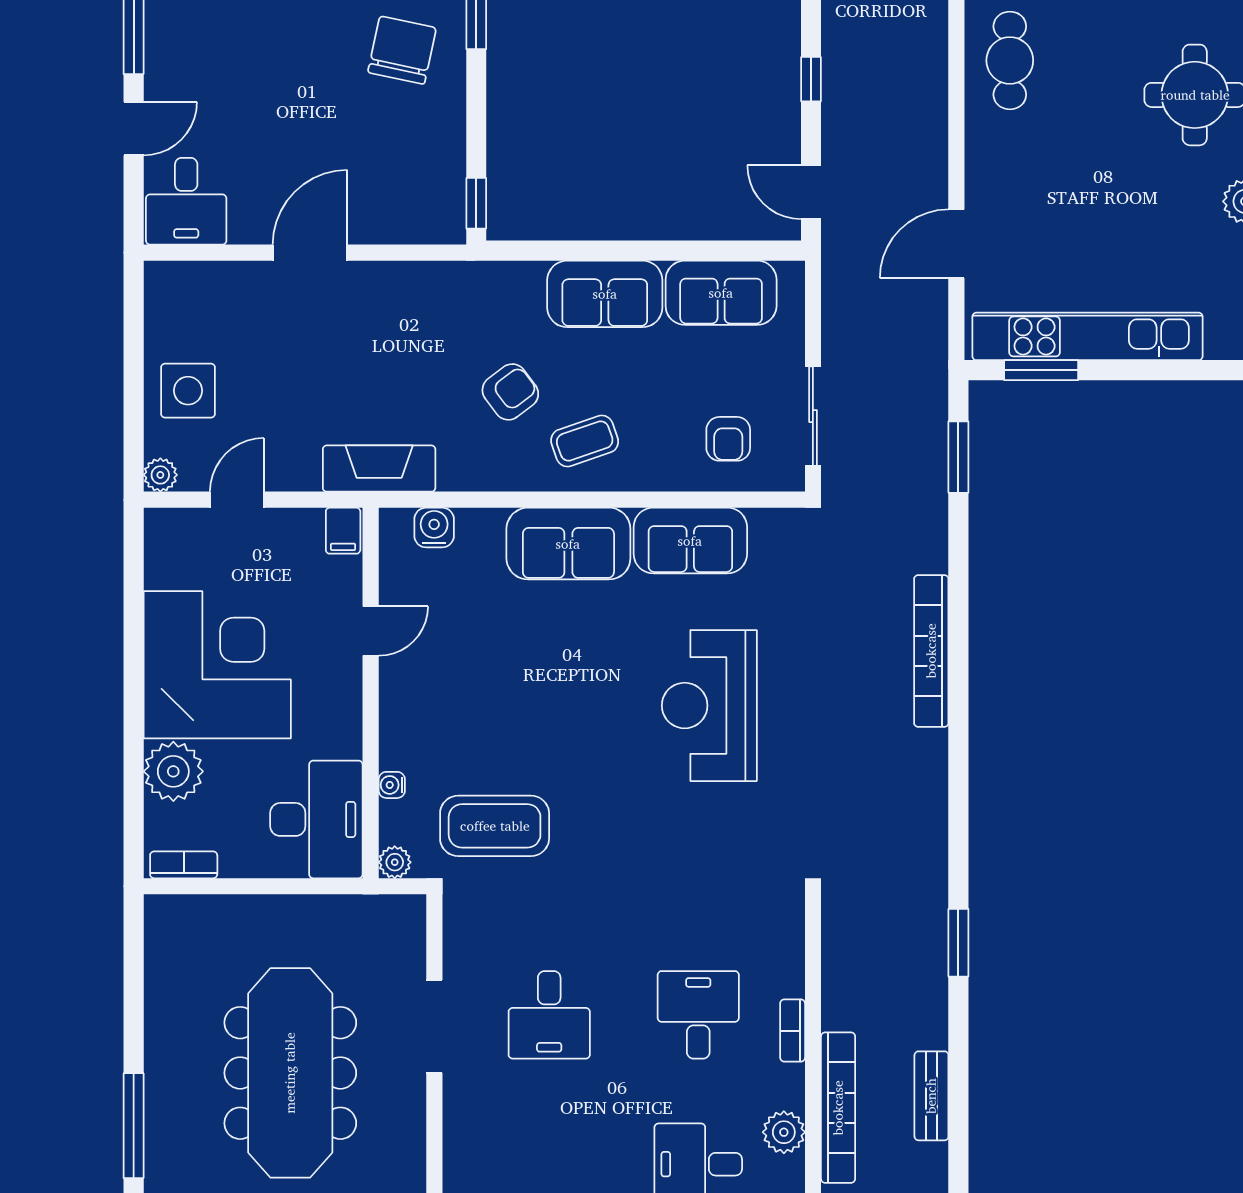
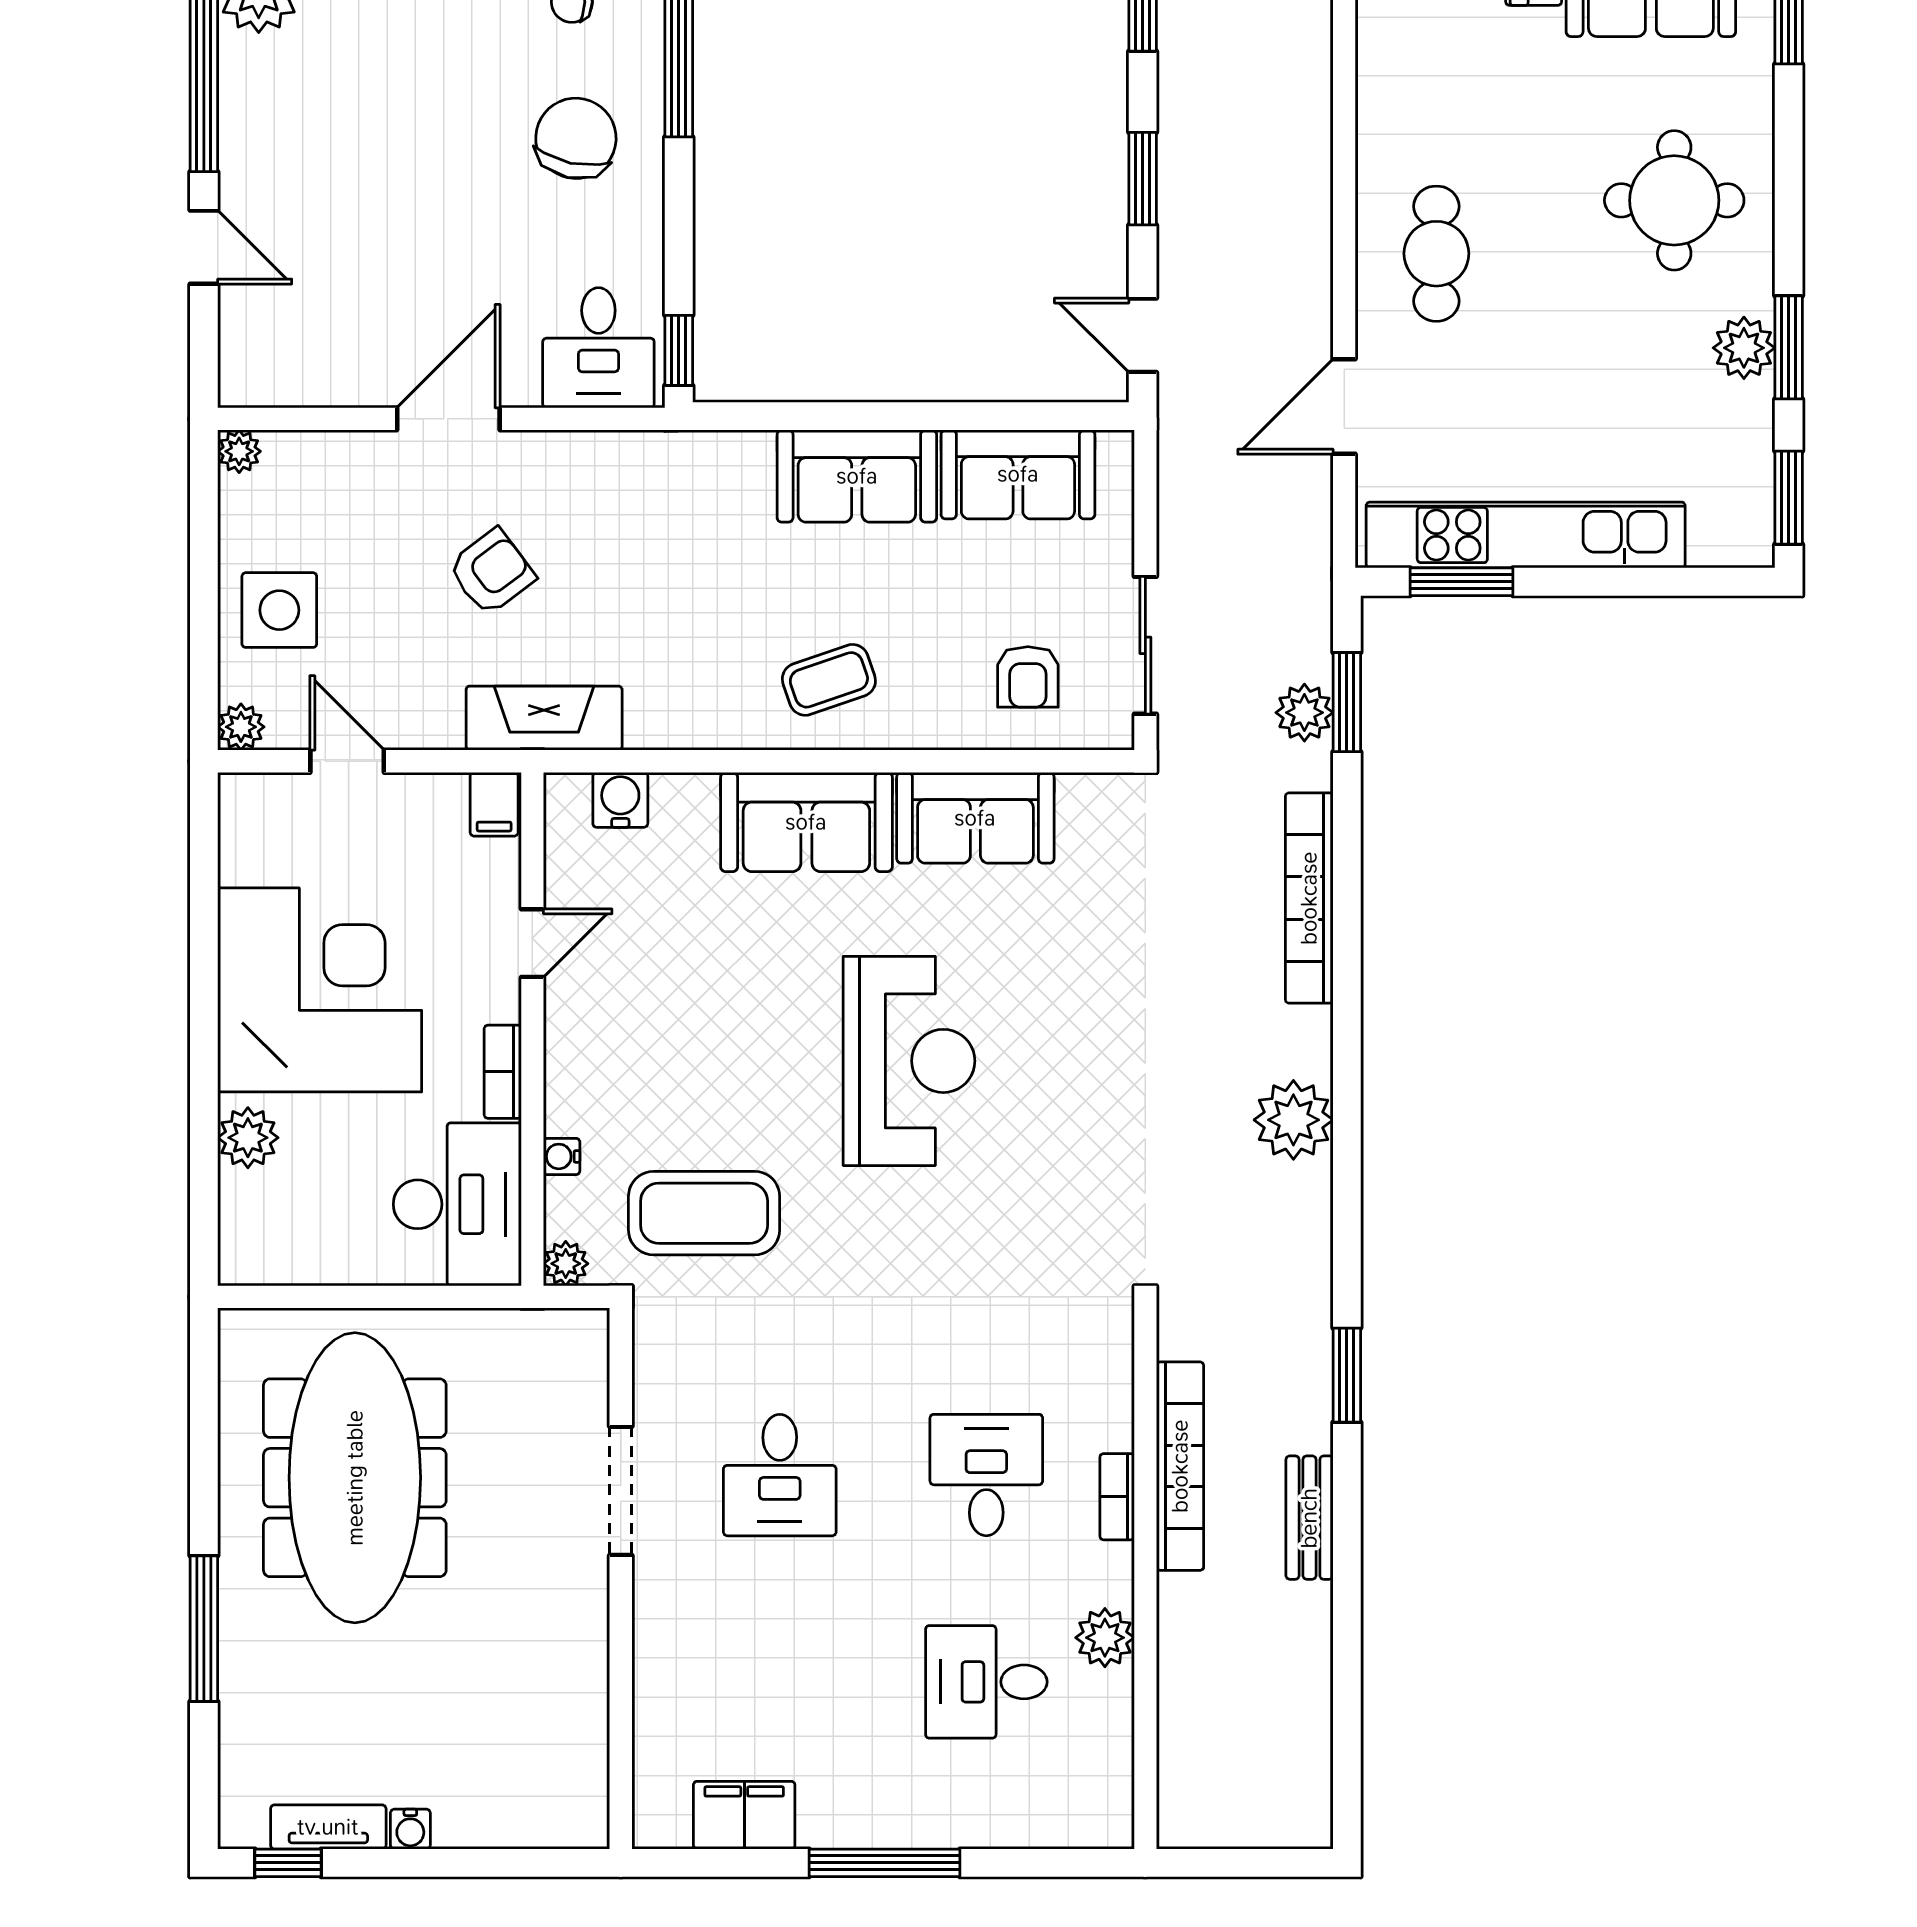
cafe table: (1010, 60) -> (1436, 254), moved
window: (811, 79) -> (1143, 179), width x1.50
door: (134, 129) -> (204, 247), hinge flipped
desk: (186, 201) -> (598, 348), moved
plant: (159, 276) -> (239, 451), added
armchair: (510, 392) -> (492, 572), moved
plant: (928, 465) -> (1304, 713), added
door: (237, 500) -> (347, 761), hinge flipped
bookcase: (931, 651) -> (1309, 898), moved
reception desk: (709, 706) -> (909, 1061), moved, turned 180
plant: (920, 759) -> (1293, 1120), added
plant: (173, 771) -> (248, 1138), width x0.73, depth x0.73
bookcase: (184, 865) -> (503, 1072), moved, turned -90
meeting table: (290, 1073) -> (355, 1478), moved
bench: (931, 1096) -> (1309, 1518), moved
bookcase: (838, 1108) -> (1180, 1466), moved

